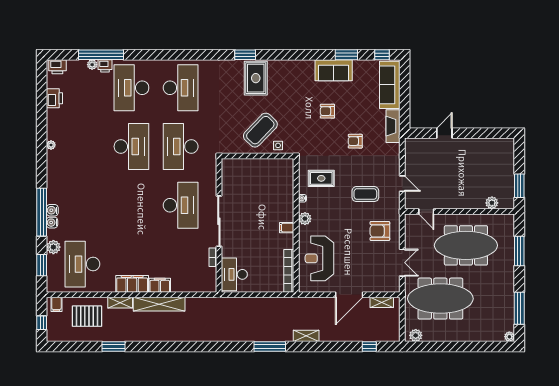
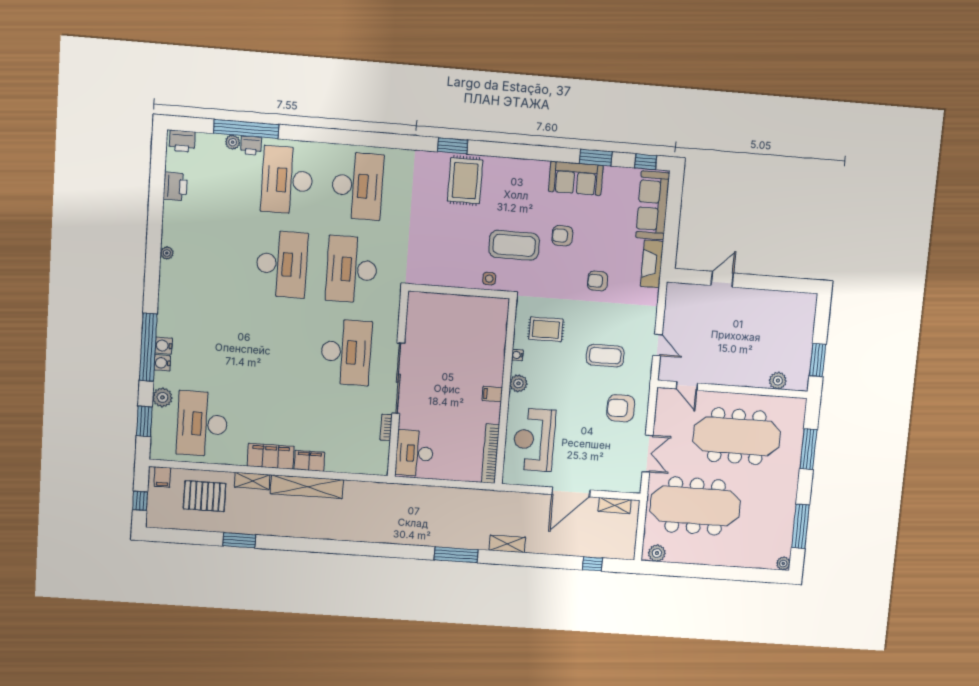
coffee table: (260, 130) -> (514, 245), moved, turned 46

